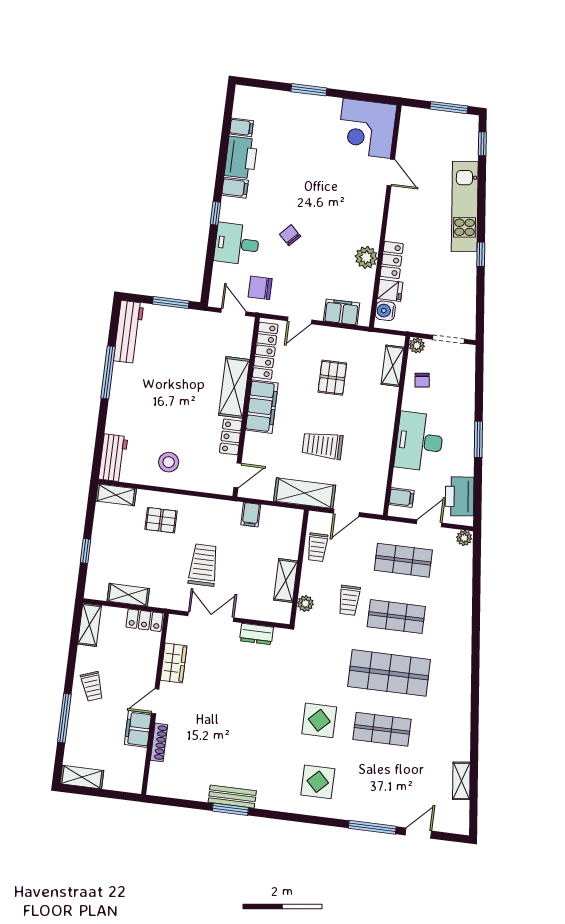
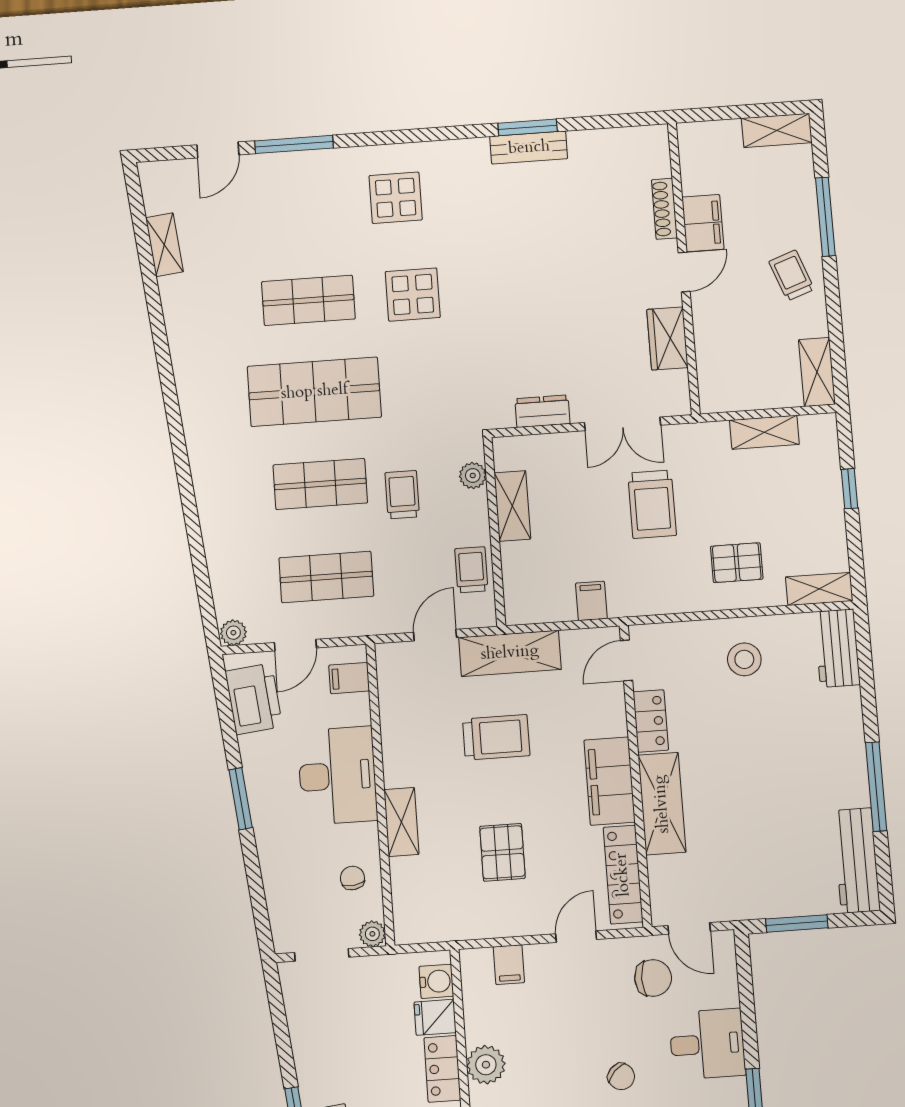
filing cabinet: (342, 312) -> (509, 965), width x0.50
shelving: (393, 366) -> (401, 822), moved
locker: (144, 620) -> (729, 397), removed

